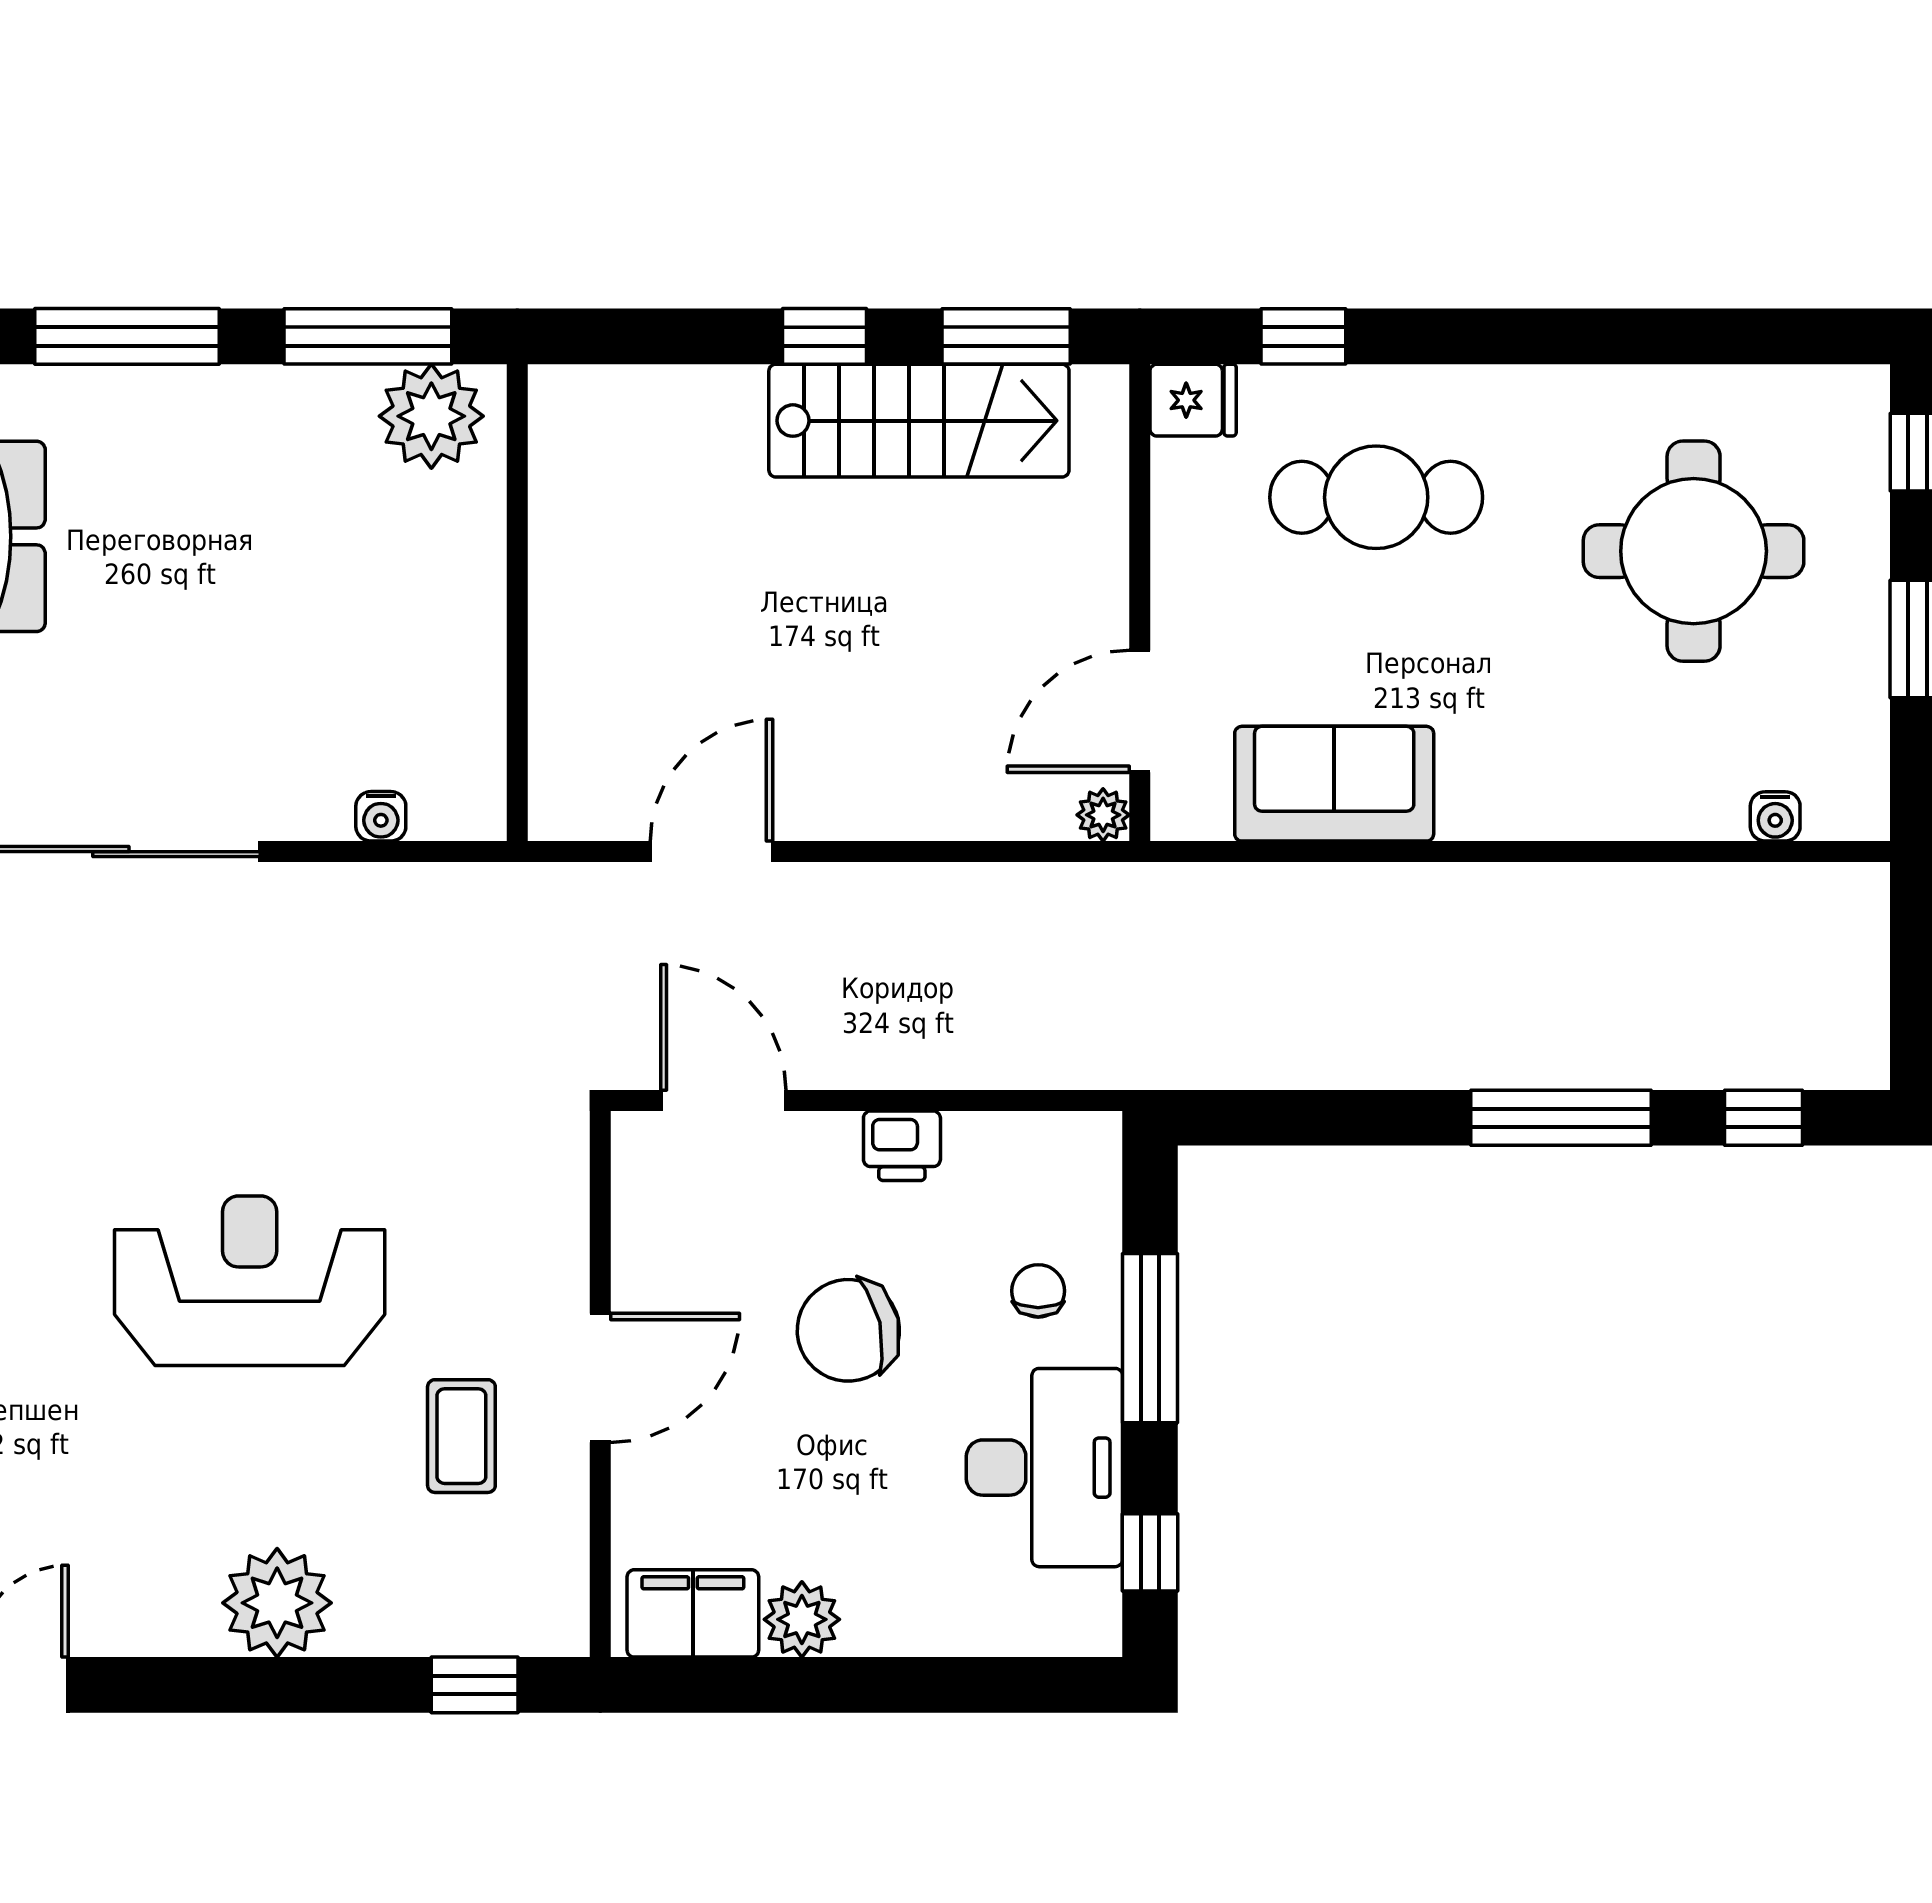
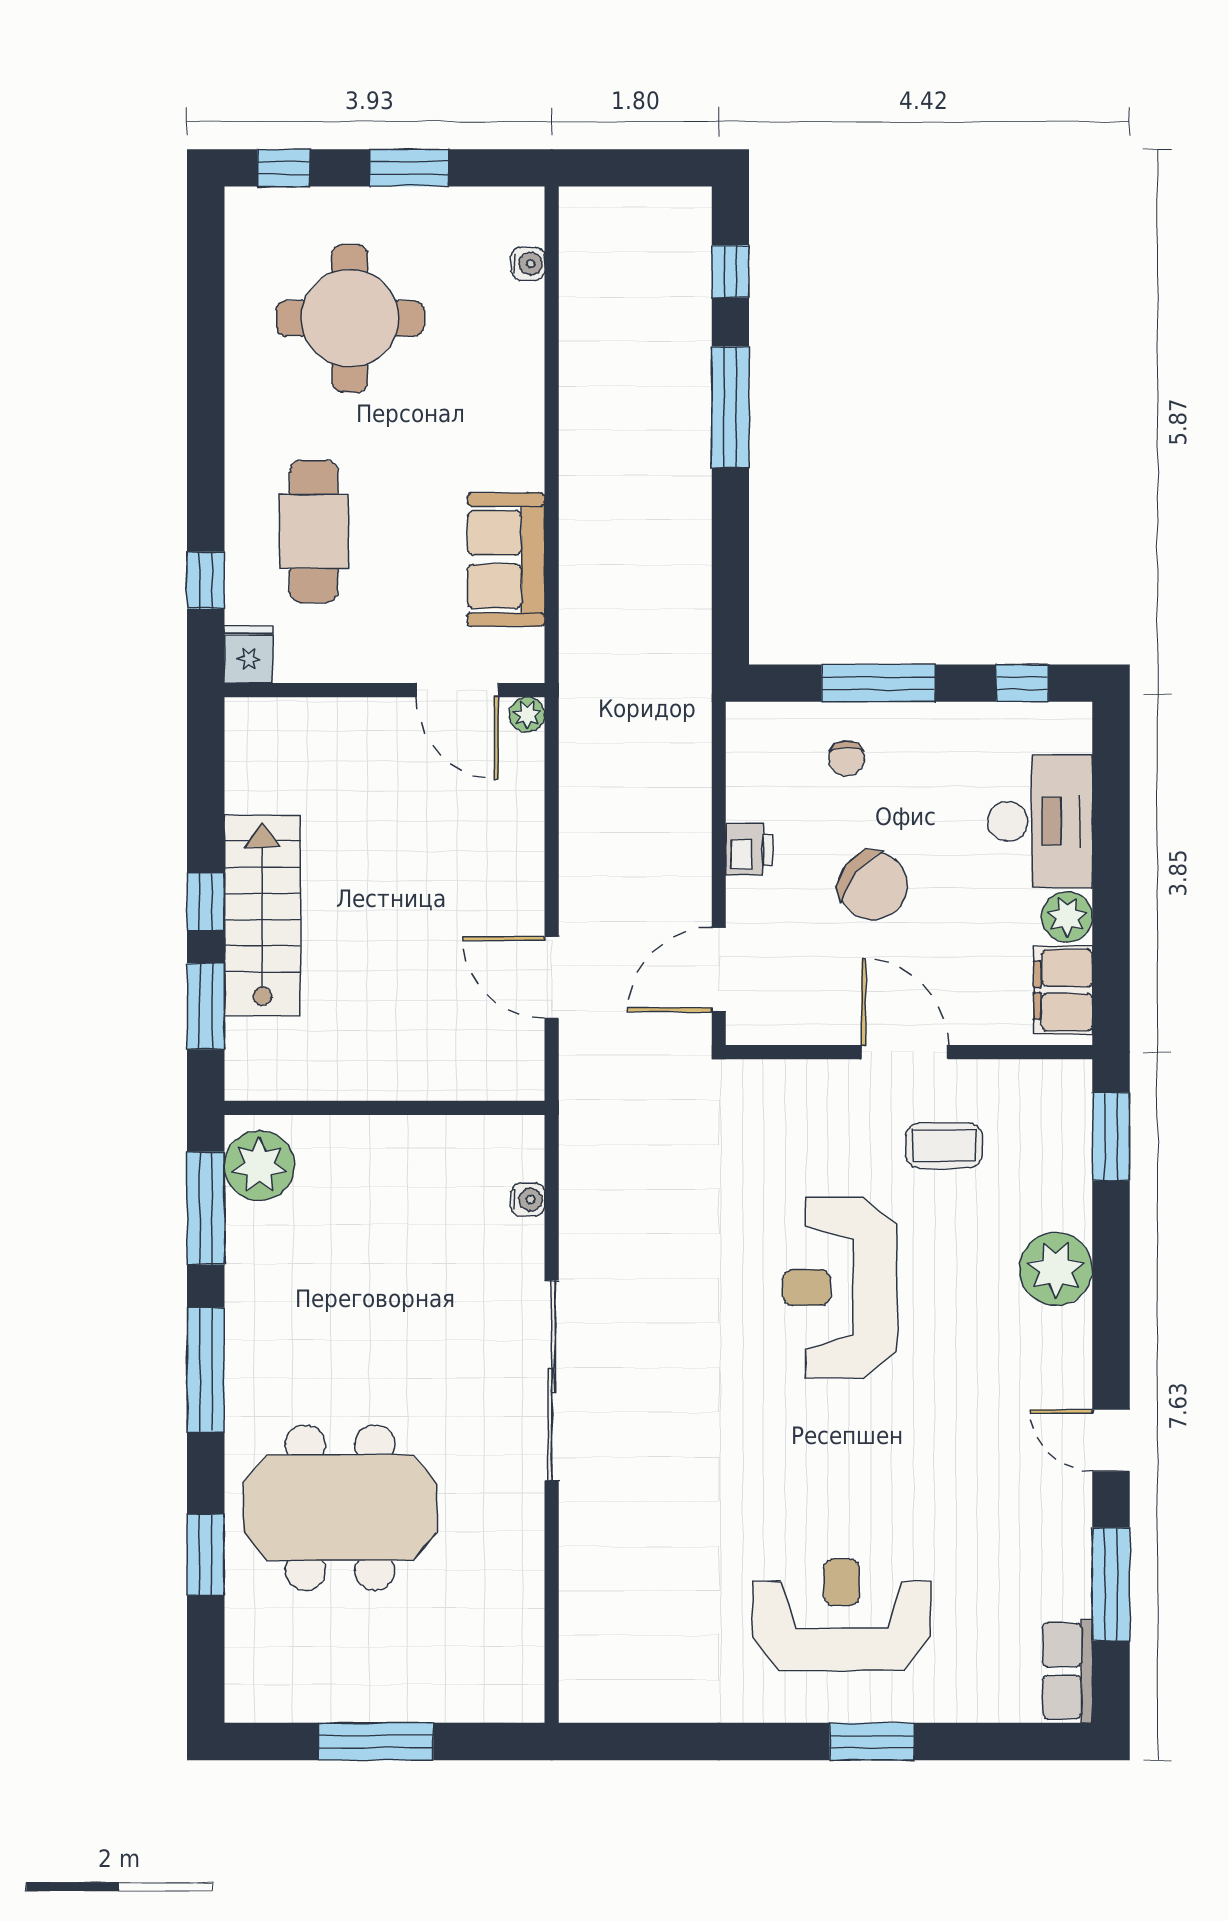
window: (1006, 336) -> (206, 1006), moved
stairs: (919, 421) -> (262, 915), moved
chair: (1038, 1291) -> (847, 758), turned -90
chair: (848, 1330) -> (873, 886), turned -38
desk: (1044, 1468) -> (1040, 821), moved, turned 90
window: (475, 1685) -> (1111, 1136), width x1.50

